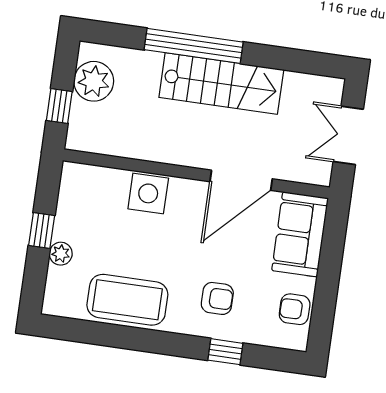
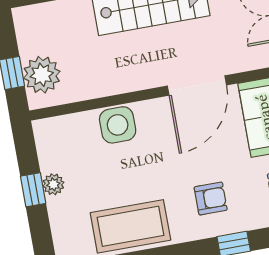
plant: (94, 81) -> (42, 75), moved
plant: (61, 254) -> (53, 184), moved

